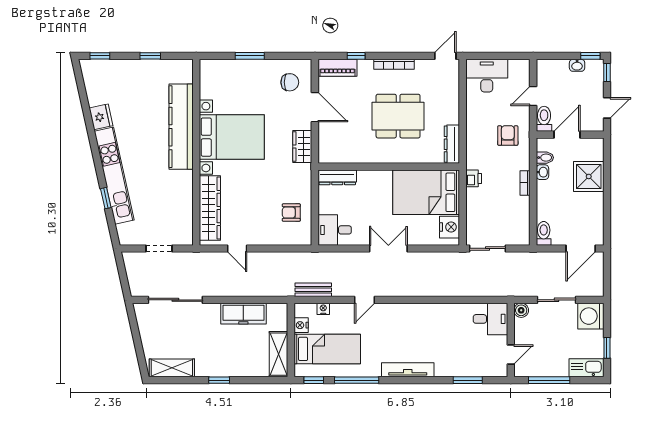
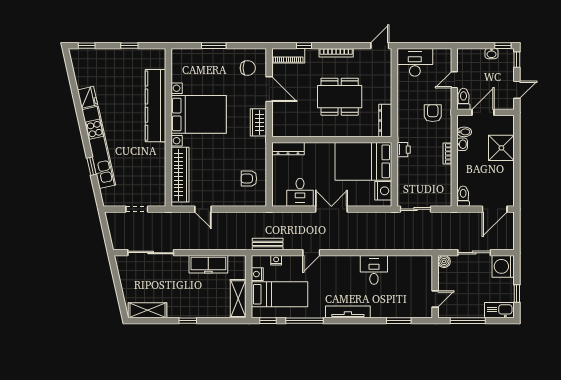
desk: (335, 230) -> (300, 192), moved, turned -90
desk: (490, 319) -> (374, 270), moved, turned -90

